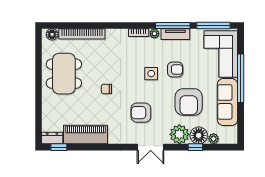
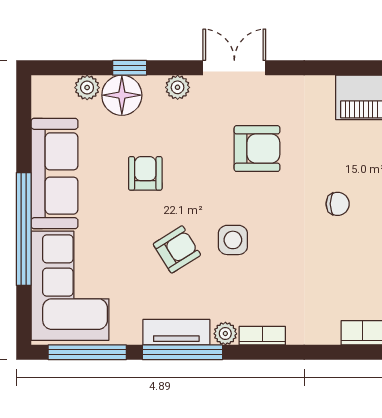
armchair: (175, 70) -> (177, 249), turned 148
armchair: (189, 102) -> (145, 173), width x0.53, depth x0.53
plant: (179, 134) -> (178, 87), width x0.53, depth x0.53

